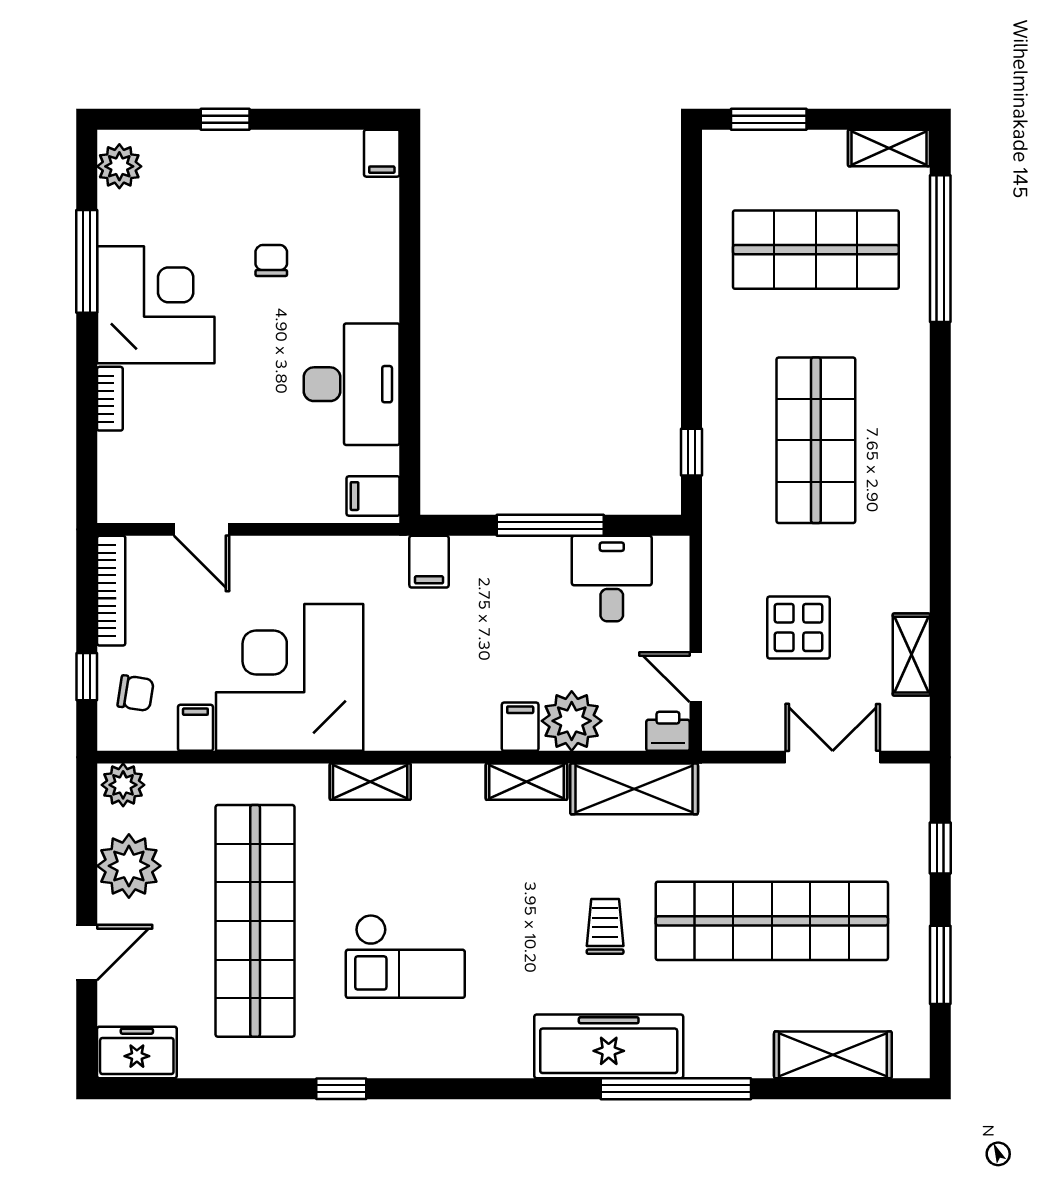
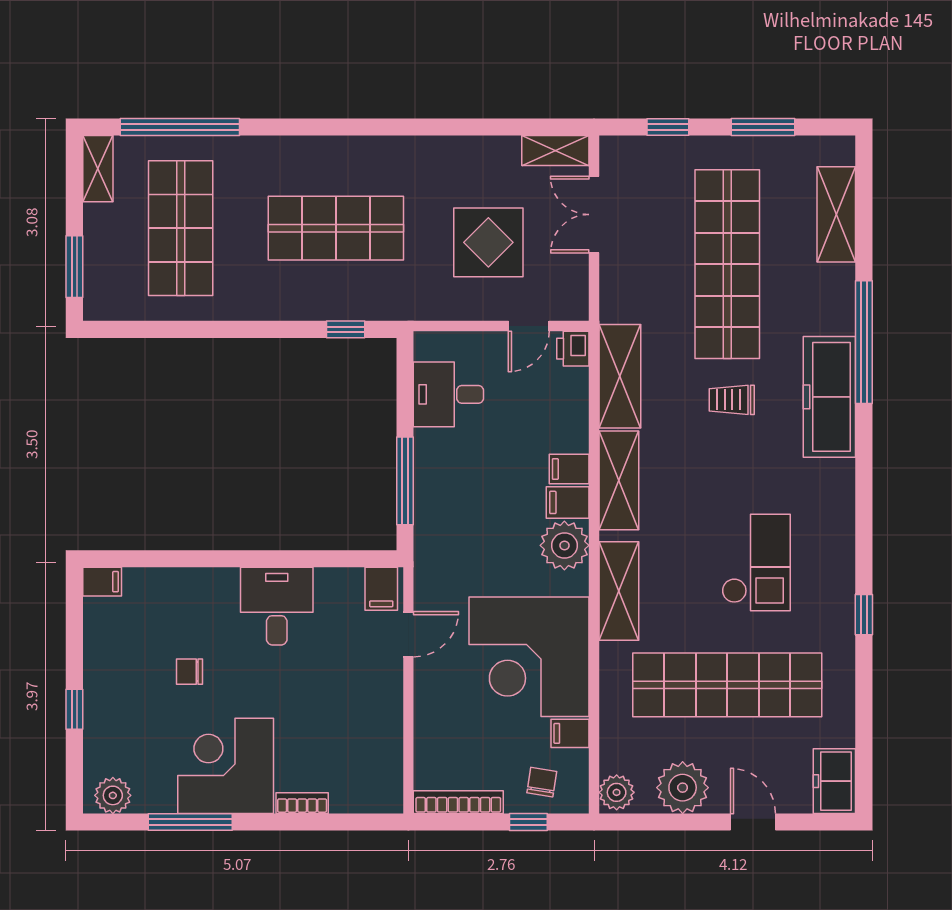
desk: (352, 384) -> (277, 606), width x0.73
window: (550, 525) -> (405, 481), moved
door: (202, 529) -> (408, 634), moved
filing cabinet: (429, 562) -> (568, 502), moved, turned 180
display table: (798, 628) -> (488, 242), width x1.36, depth x1.36
shelving: (911, 655) -> (555, 150), moved
plant: (572, 721) -> (564, 545), moved
shelving: (370, 782) -> (619, 591), width x1.50, depth x1.33
shelving: (526, 782) -> (619, 480), width x1.50, depth x1.33

